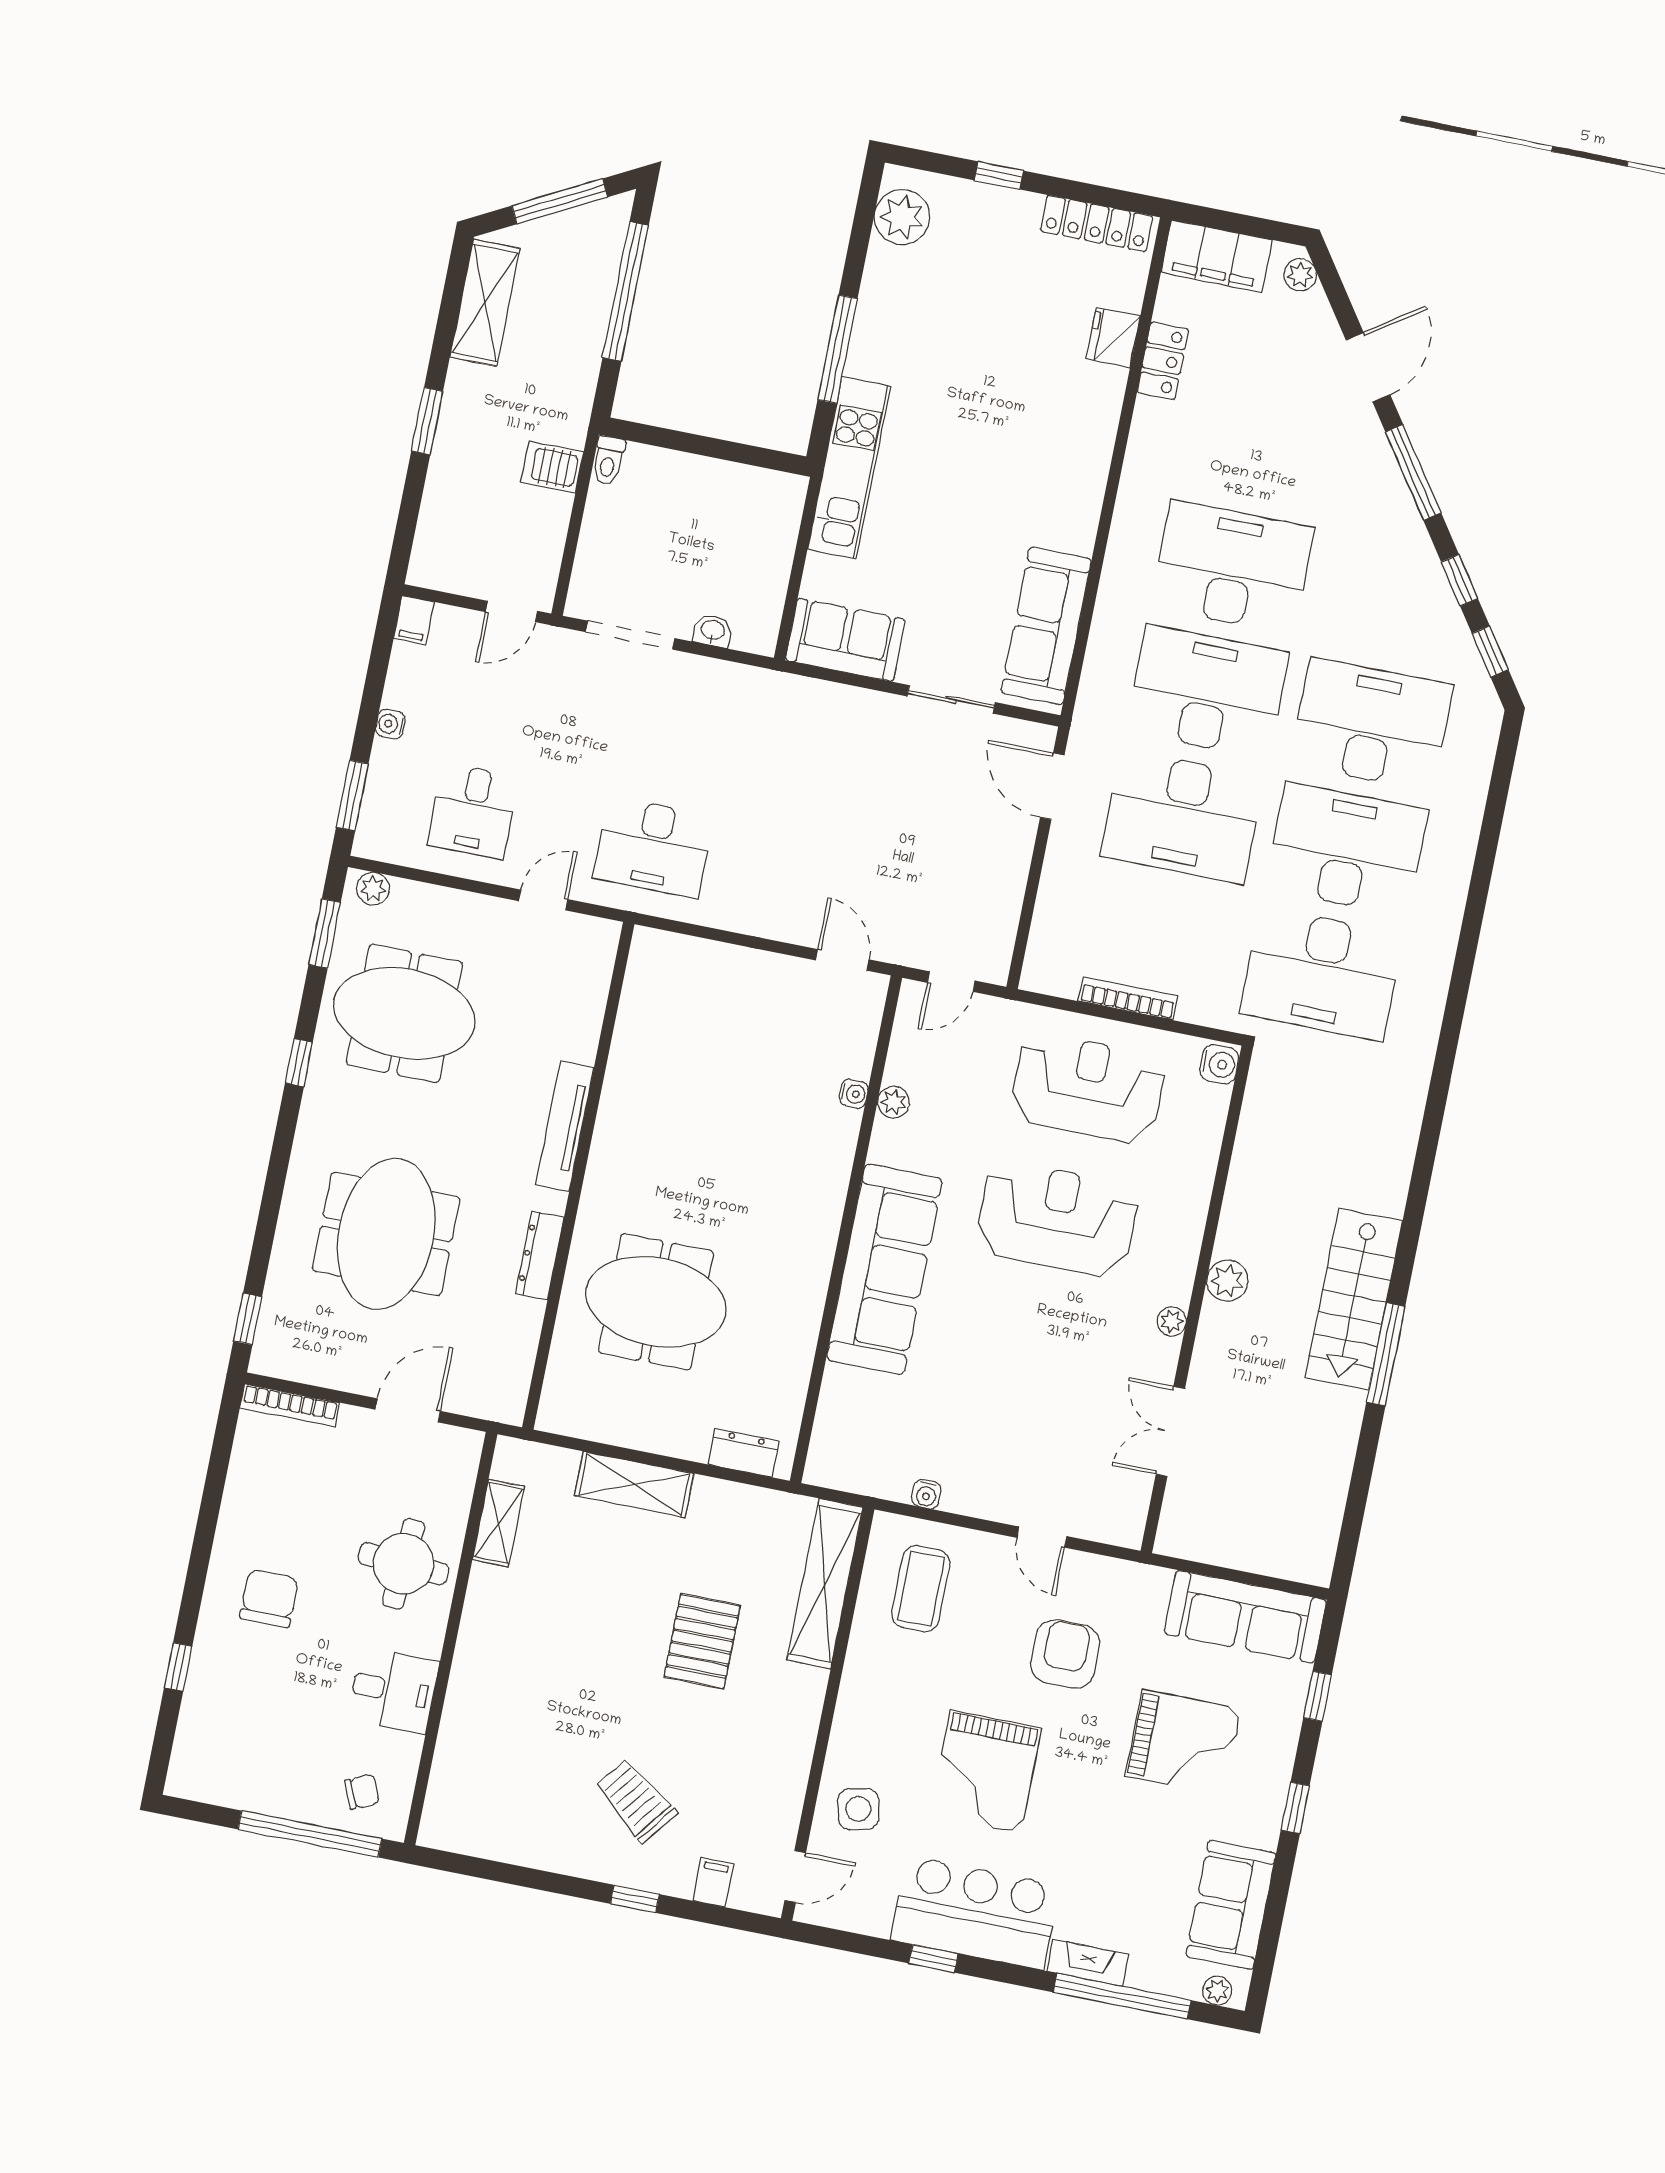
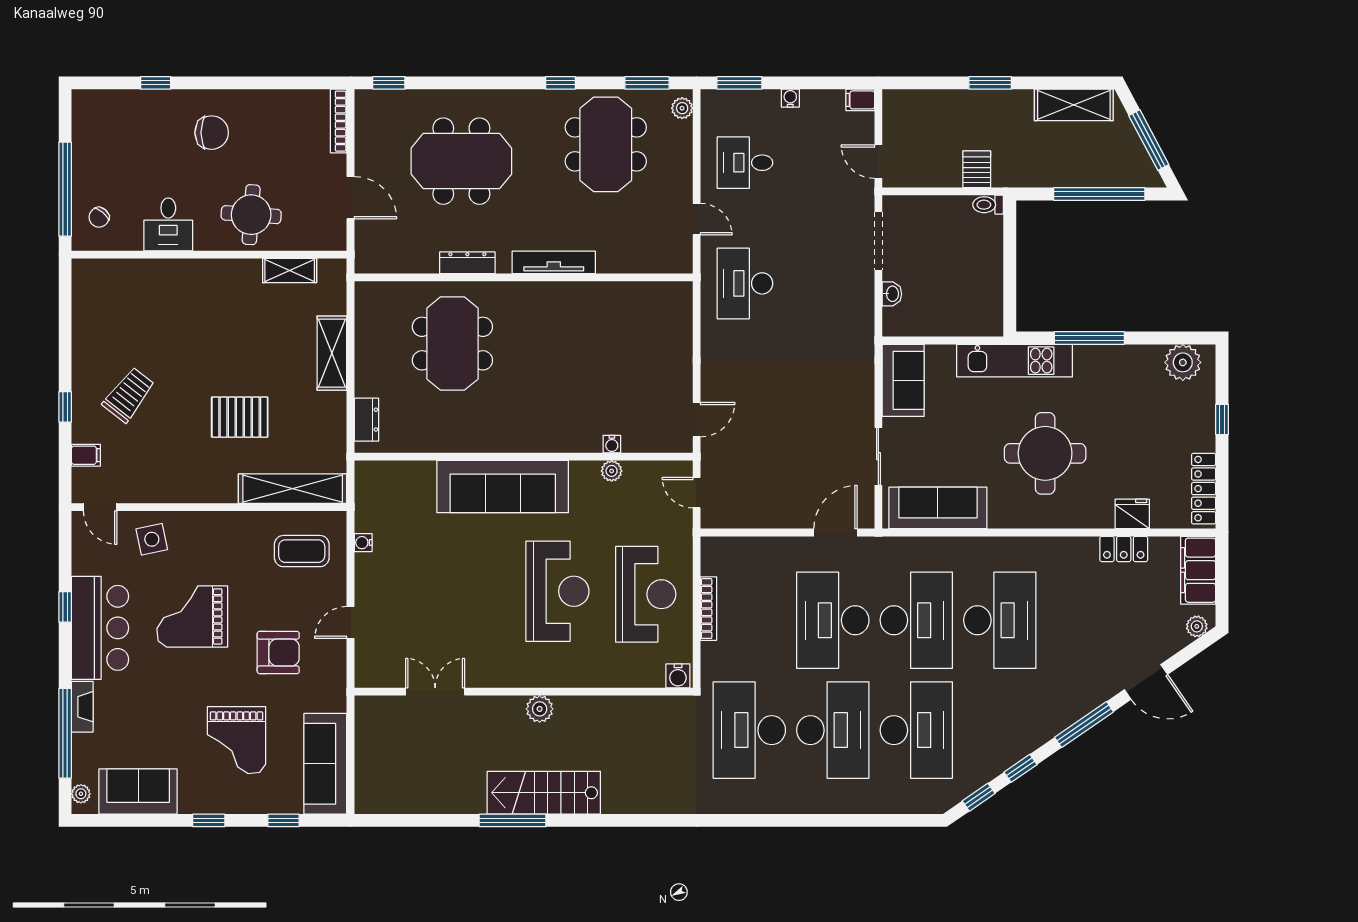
round table: (997, 450) -> (1045, 453), added
plant: (1172, 1321) -> (506, 678), removed
chair: (362, 1792) -> (99, 217), turned 64

